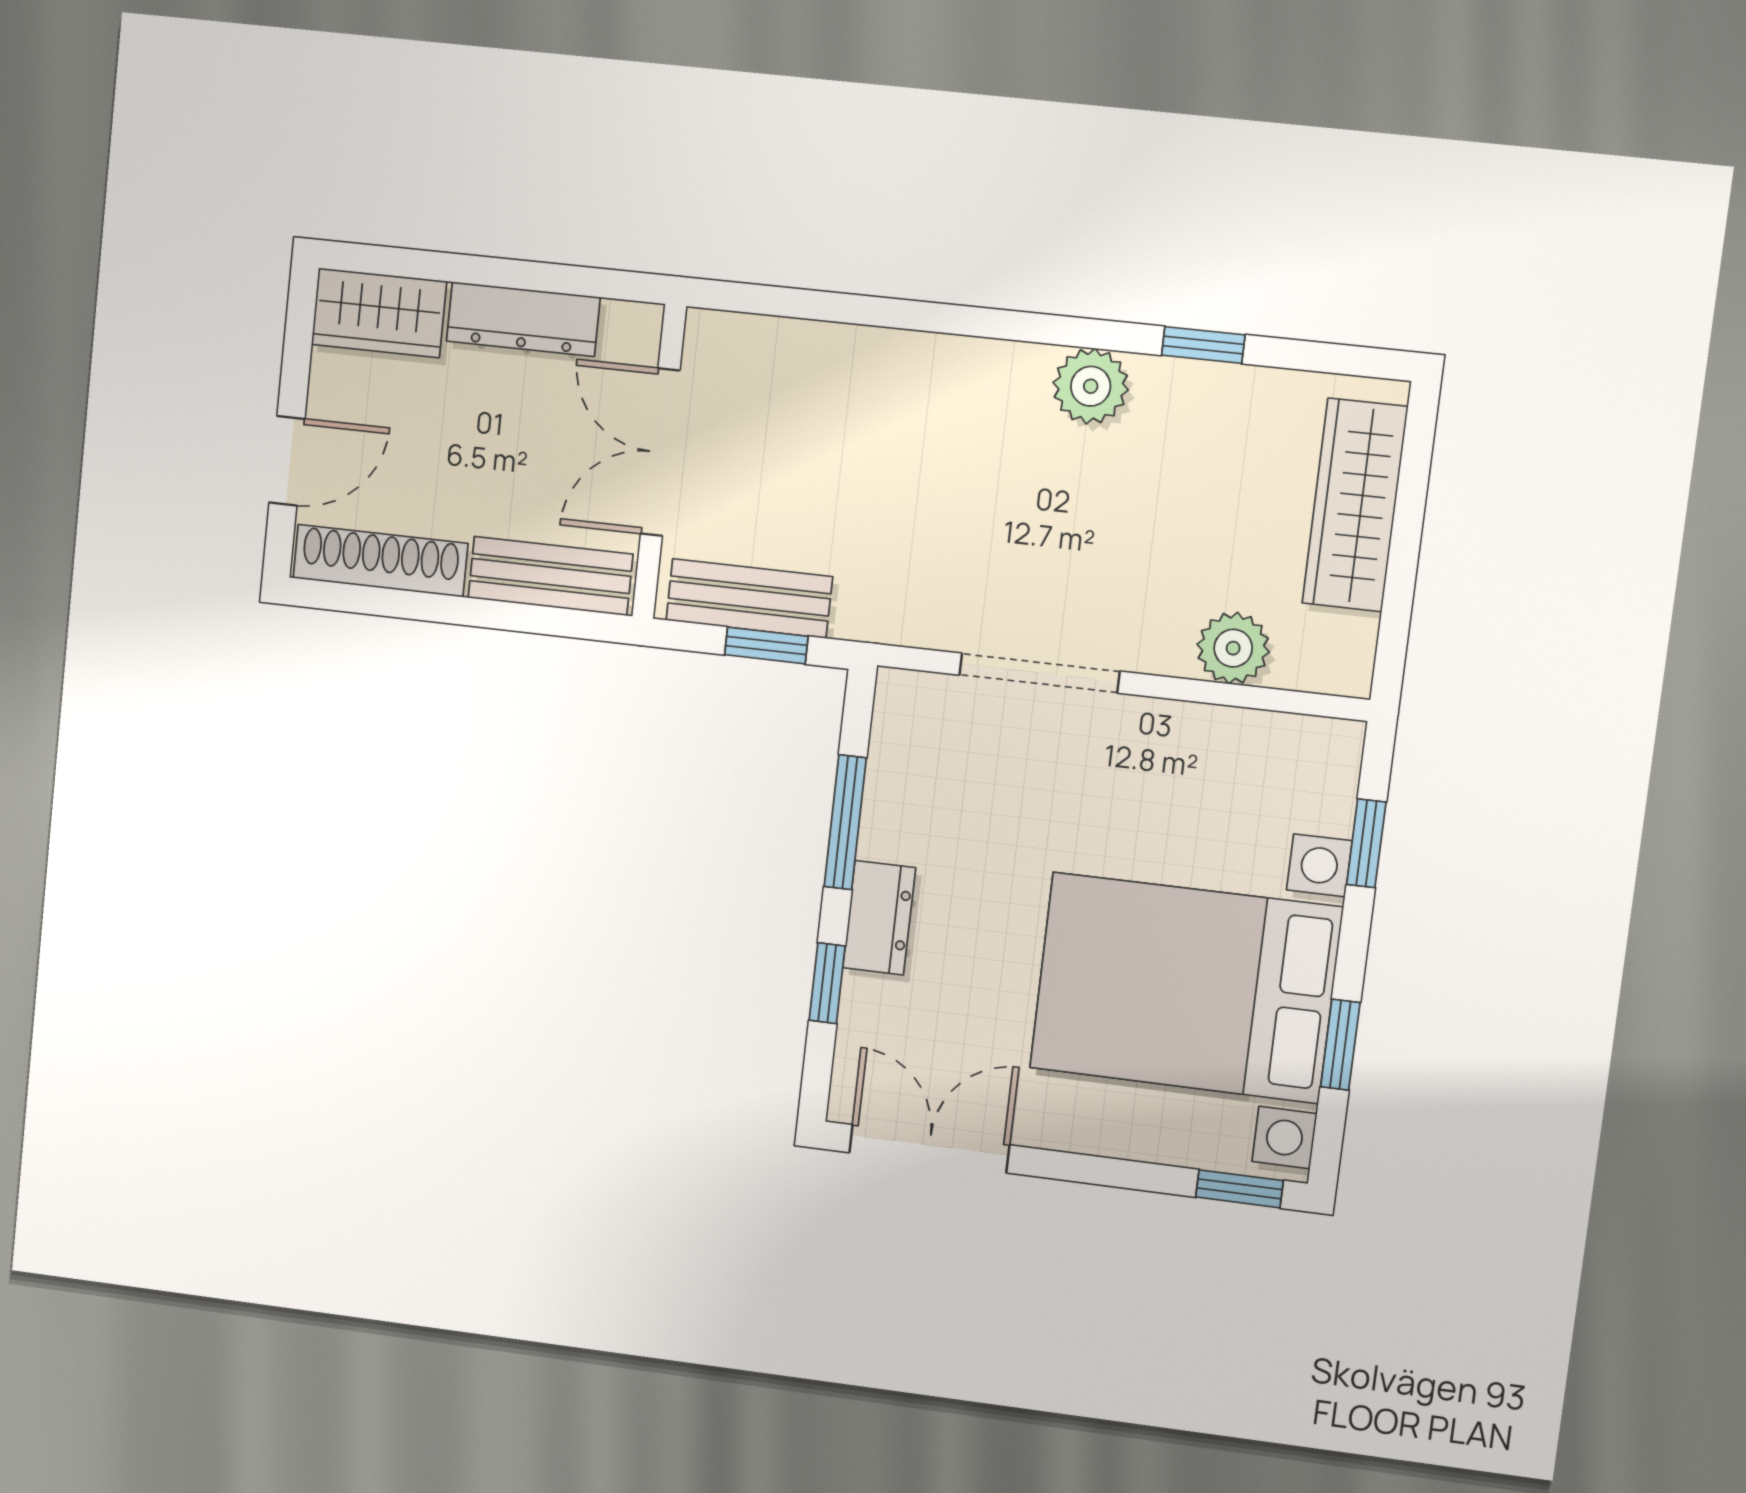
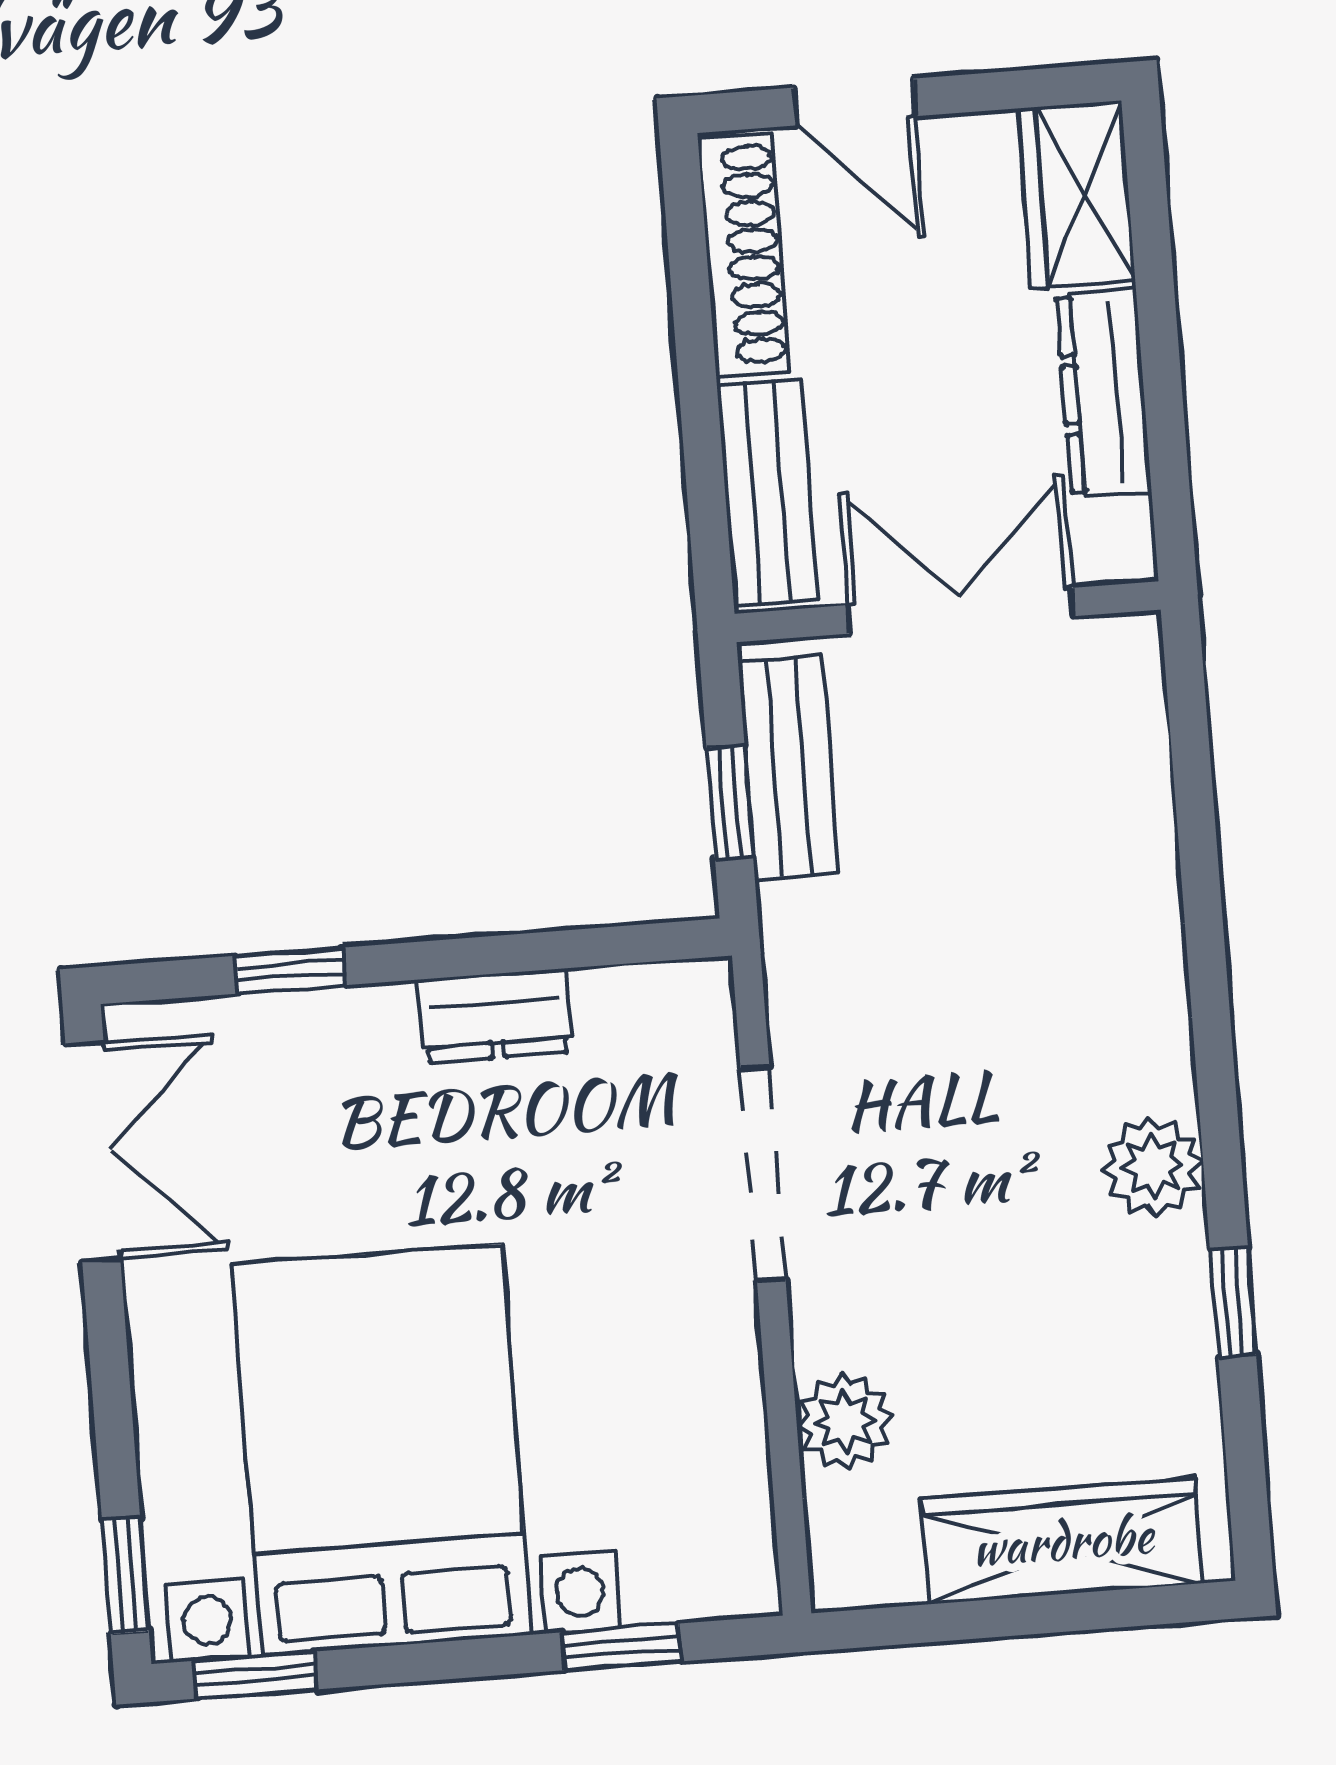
window: (845, 822) -> (513, 953), removed
dresser: (879, 918) -> (495, 1016), moved
window: (1340, 1045) -> (255, 1675), moved

